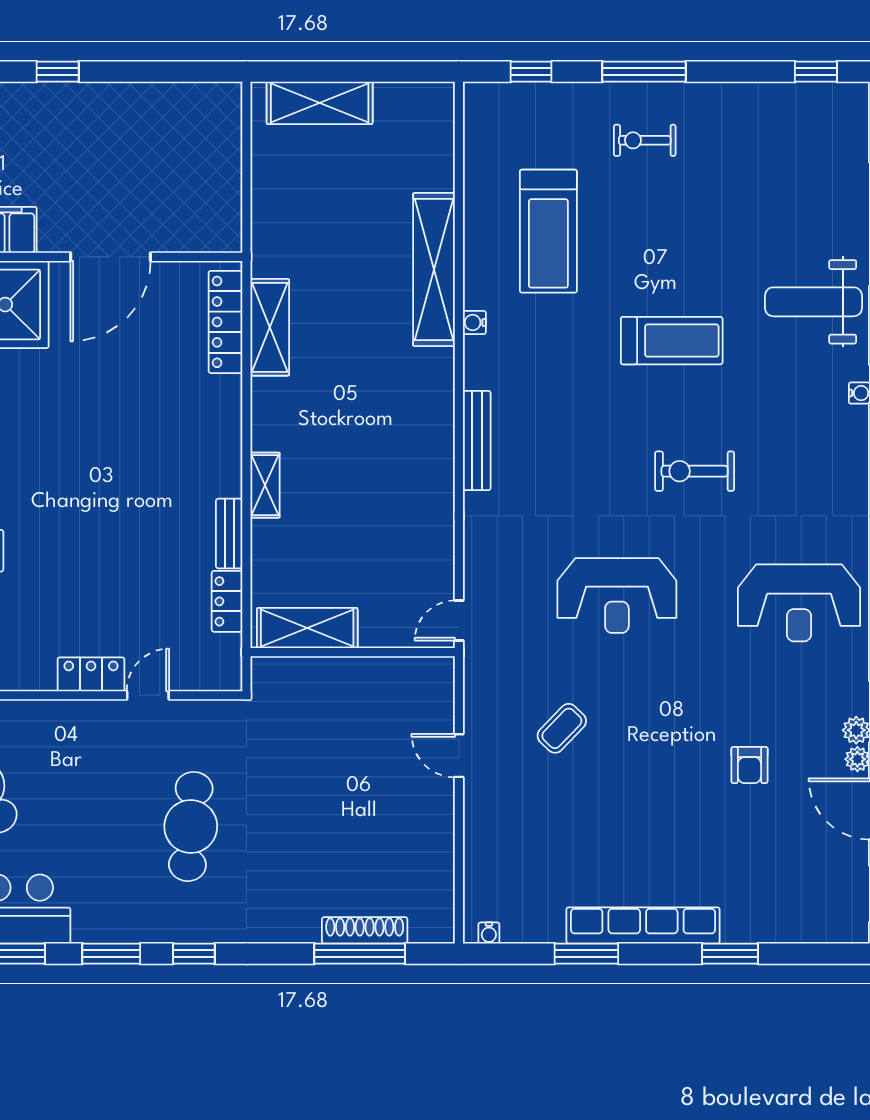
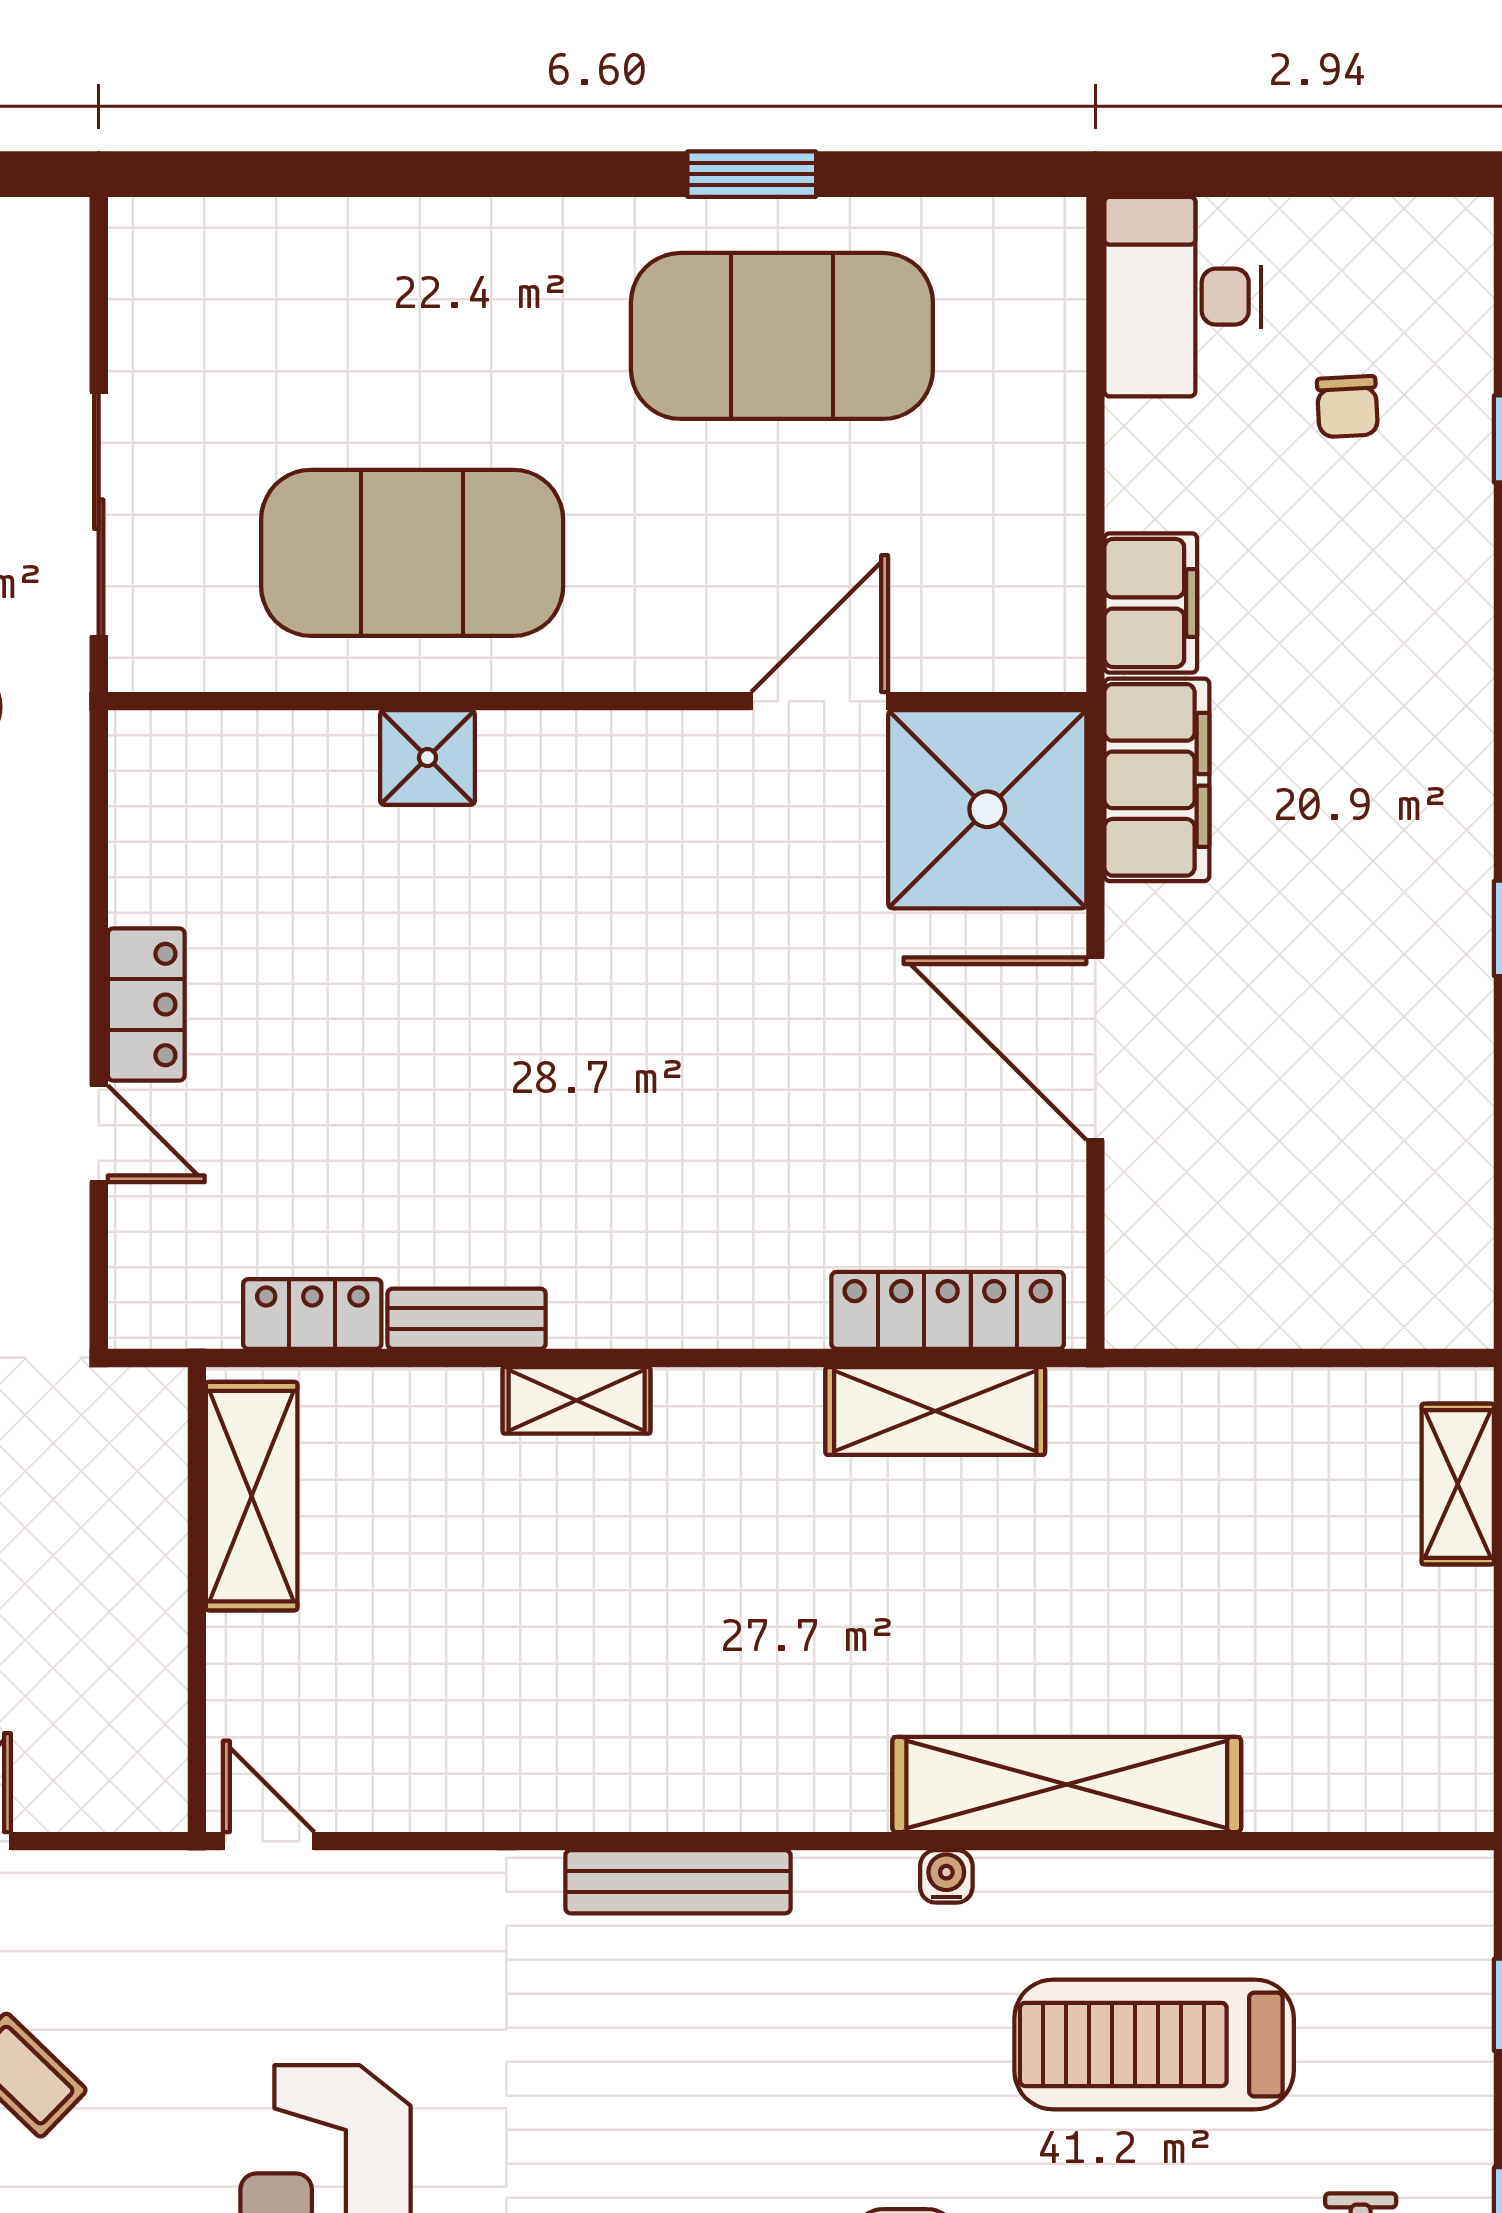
shelving: (320, 103) -> (1458, 1484), width x0.67, depth x0.75

